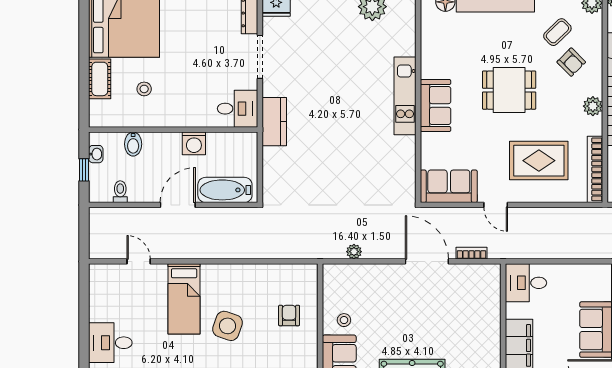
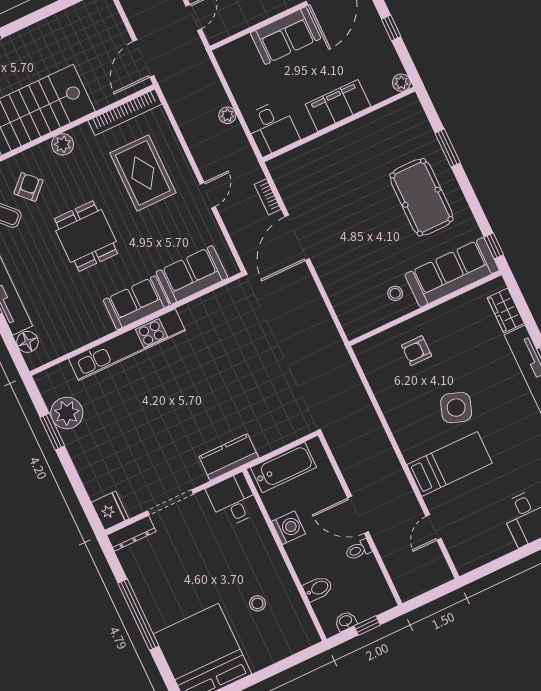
cot: (100, 79) -> (268, 653), removed
kitchen unit: (405, 96) -> (127, 345), width x1.36
sofa: (449, 186) -> (192, 275), moved, turned 90
bathtub: (225, 190) -> (284, 467), moved, turned -90
toilet: (120, 192) -> (358, 550), moved
plant: (354, 252) -> (227, 115), moved

